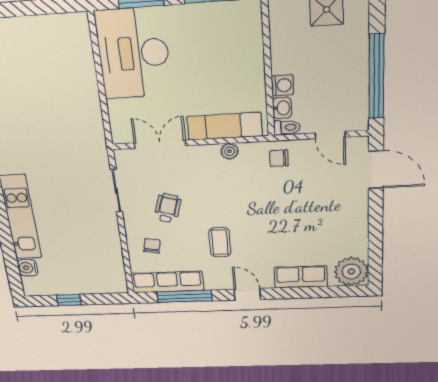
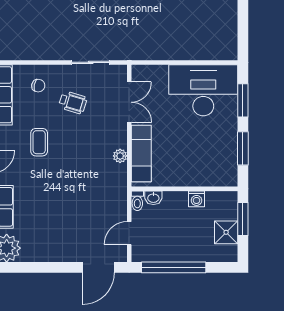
washing machine: (282, 85) -> (196, 199), moved
chair: (279, 158) -> (112, 194), removed
coffee table: (220, 242) -> (39, 142), turned 90

